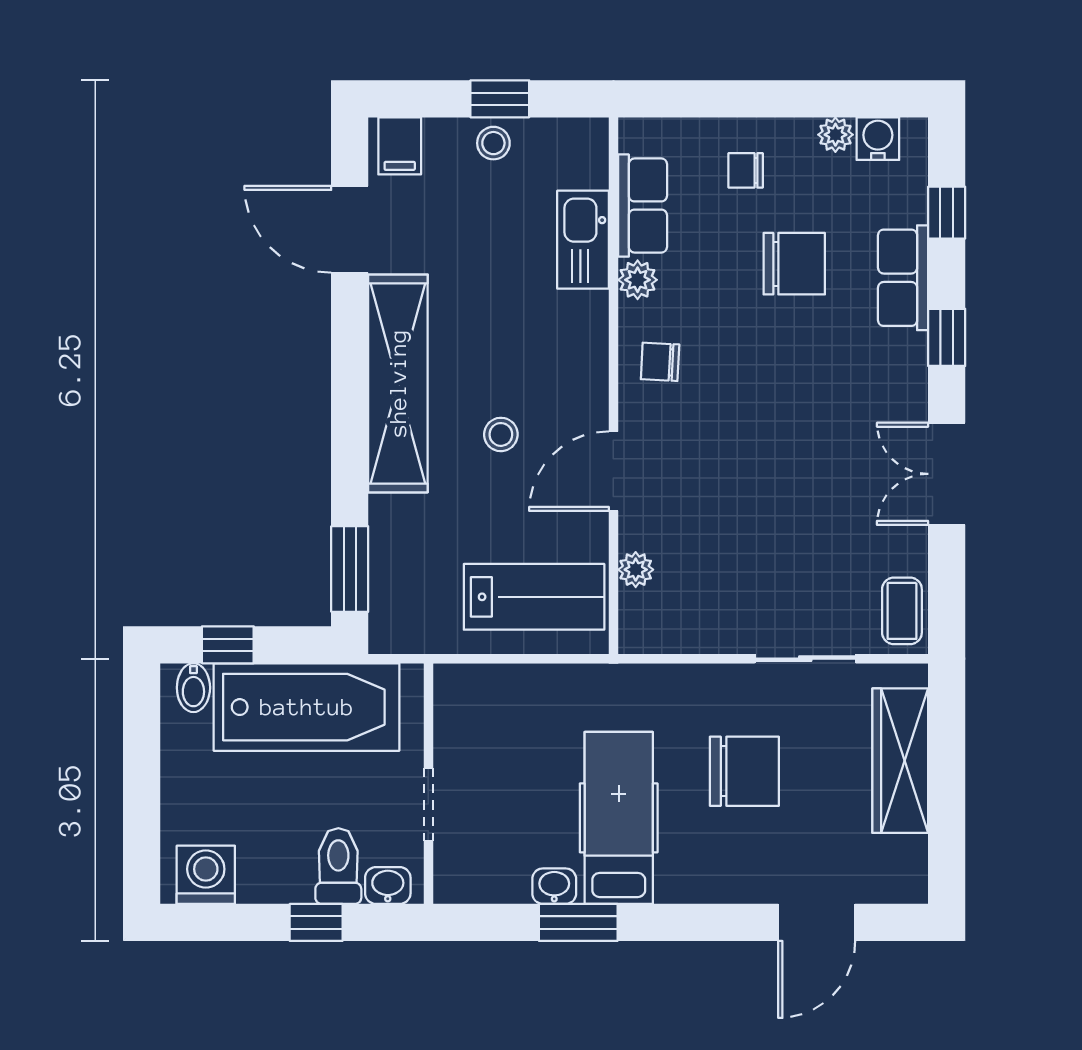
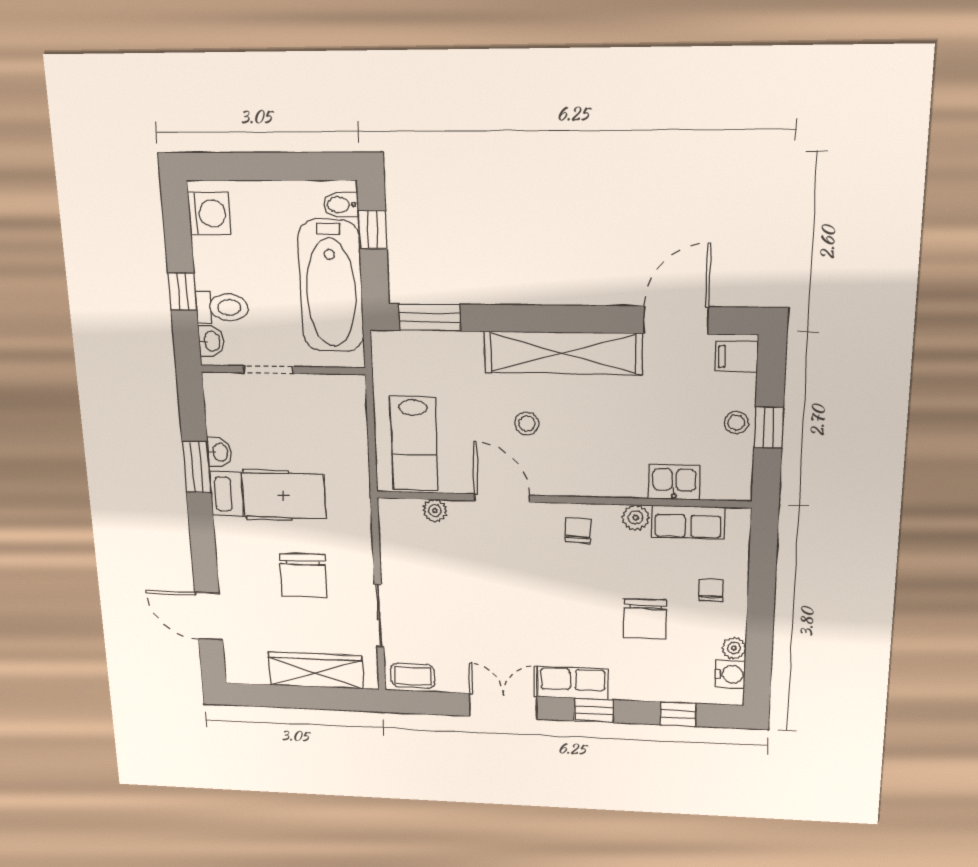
kitchen sink: (583, 240) -> (674, 482), width x0.73
row of seats: (903, 278) -> (573, 683), moved

